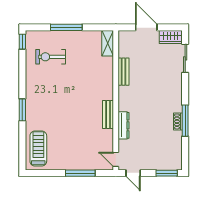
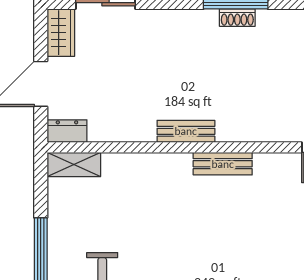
bench: (123, 72) -> (186, 131), moved
dresser: (124, 125) -> (67, 131), moved, width x0.70

